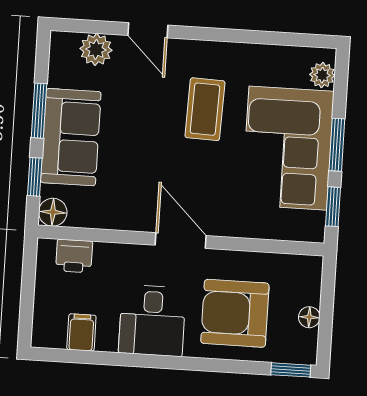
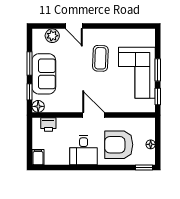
plant: (322, 75) -> (150, 41), removed
filing cabinet: (81, 332) -> (38, 157), moved

